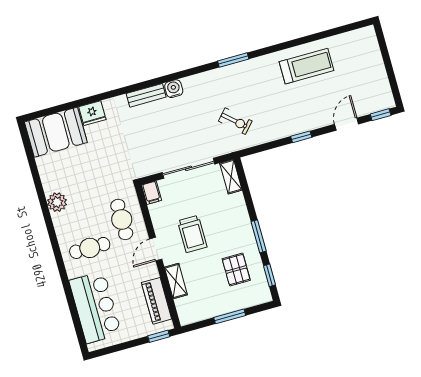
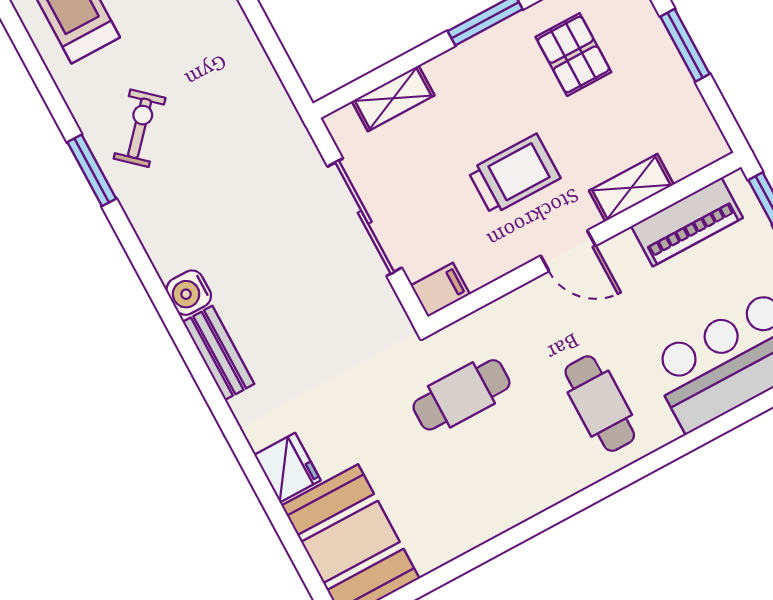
exercise bike: (235, 121) -> (140, 128), moved
shelving: (231, 177) -> (393, 98), moved
plant: (57, 202) -> (511, 503), removed
cafe table: (122, 219) -> (461, 395), moved
pallet: (236, 270) -> (573, 55), turned 90

